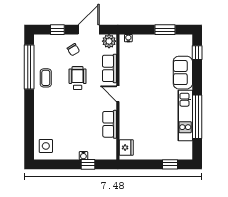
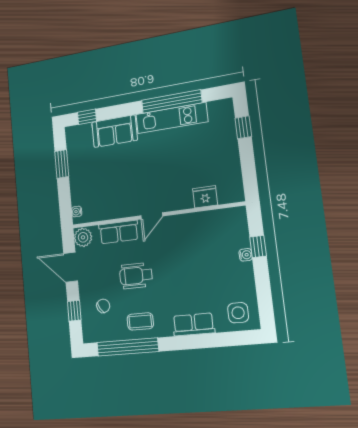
chair: (73, 50) -> (103, 306), moved
row of seats: (110, 124) -> (194, 324), moved, turned 180
fridge: (126, 147) -> (205, 197), moved

